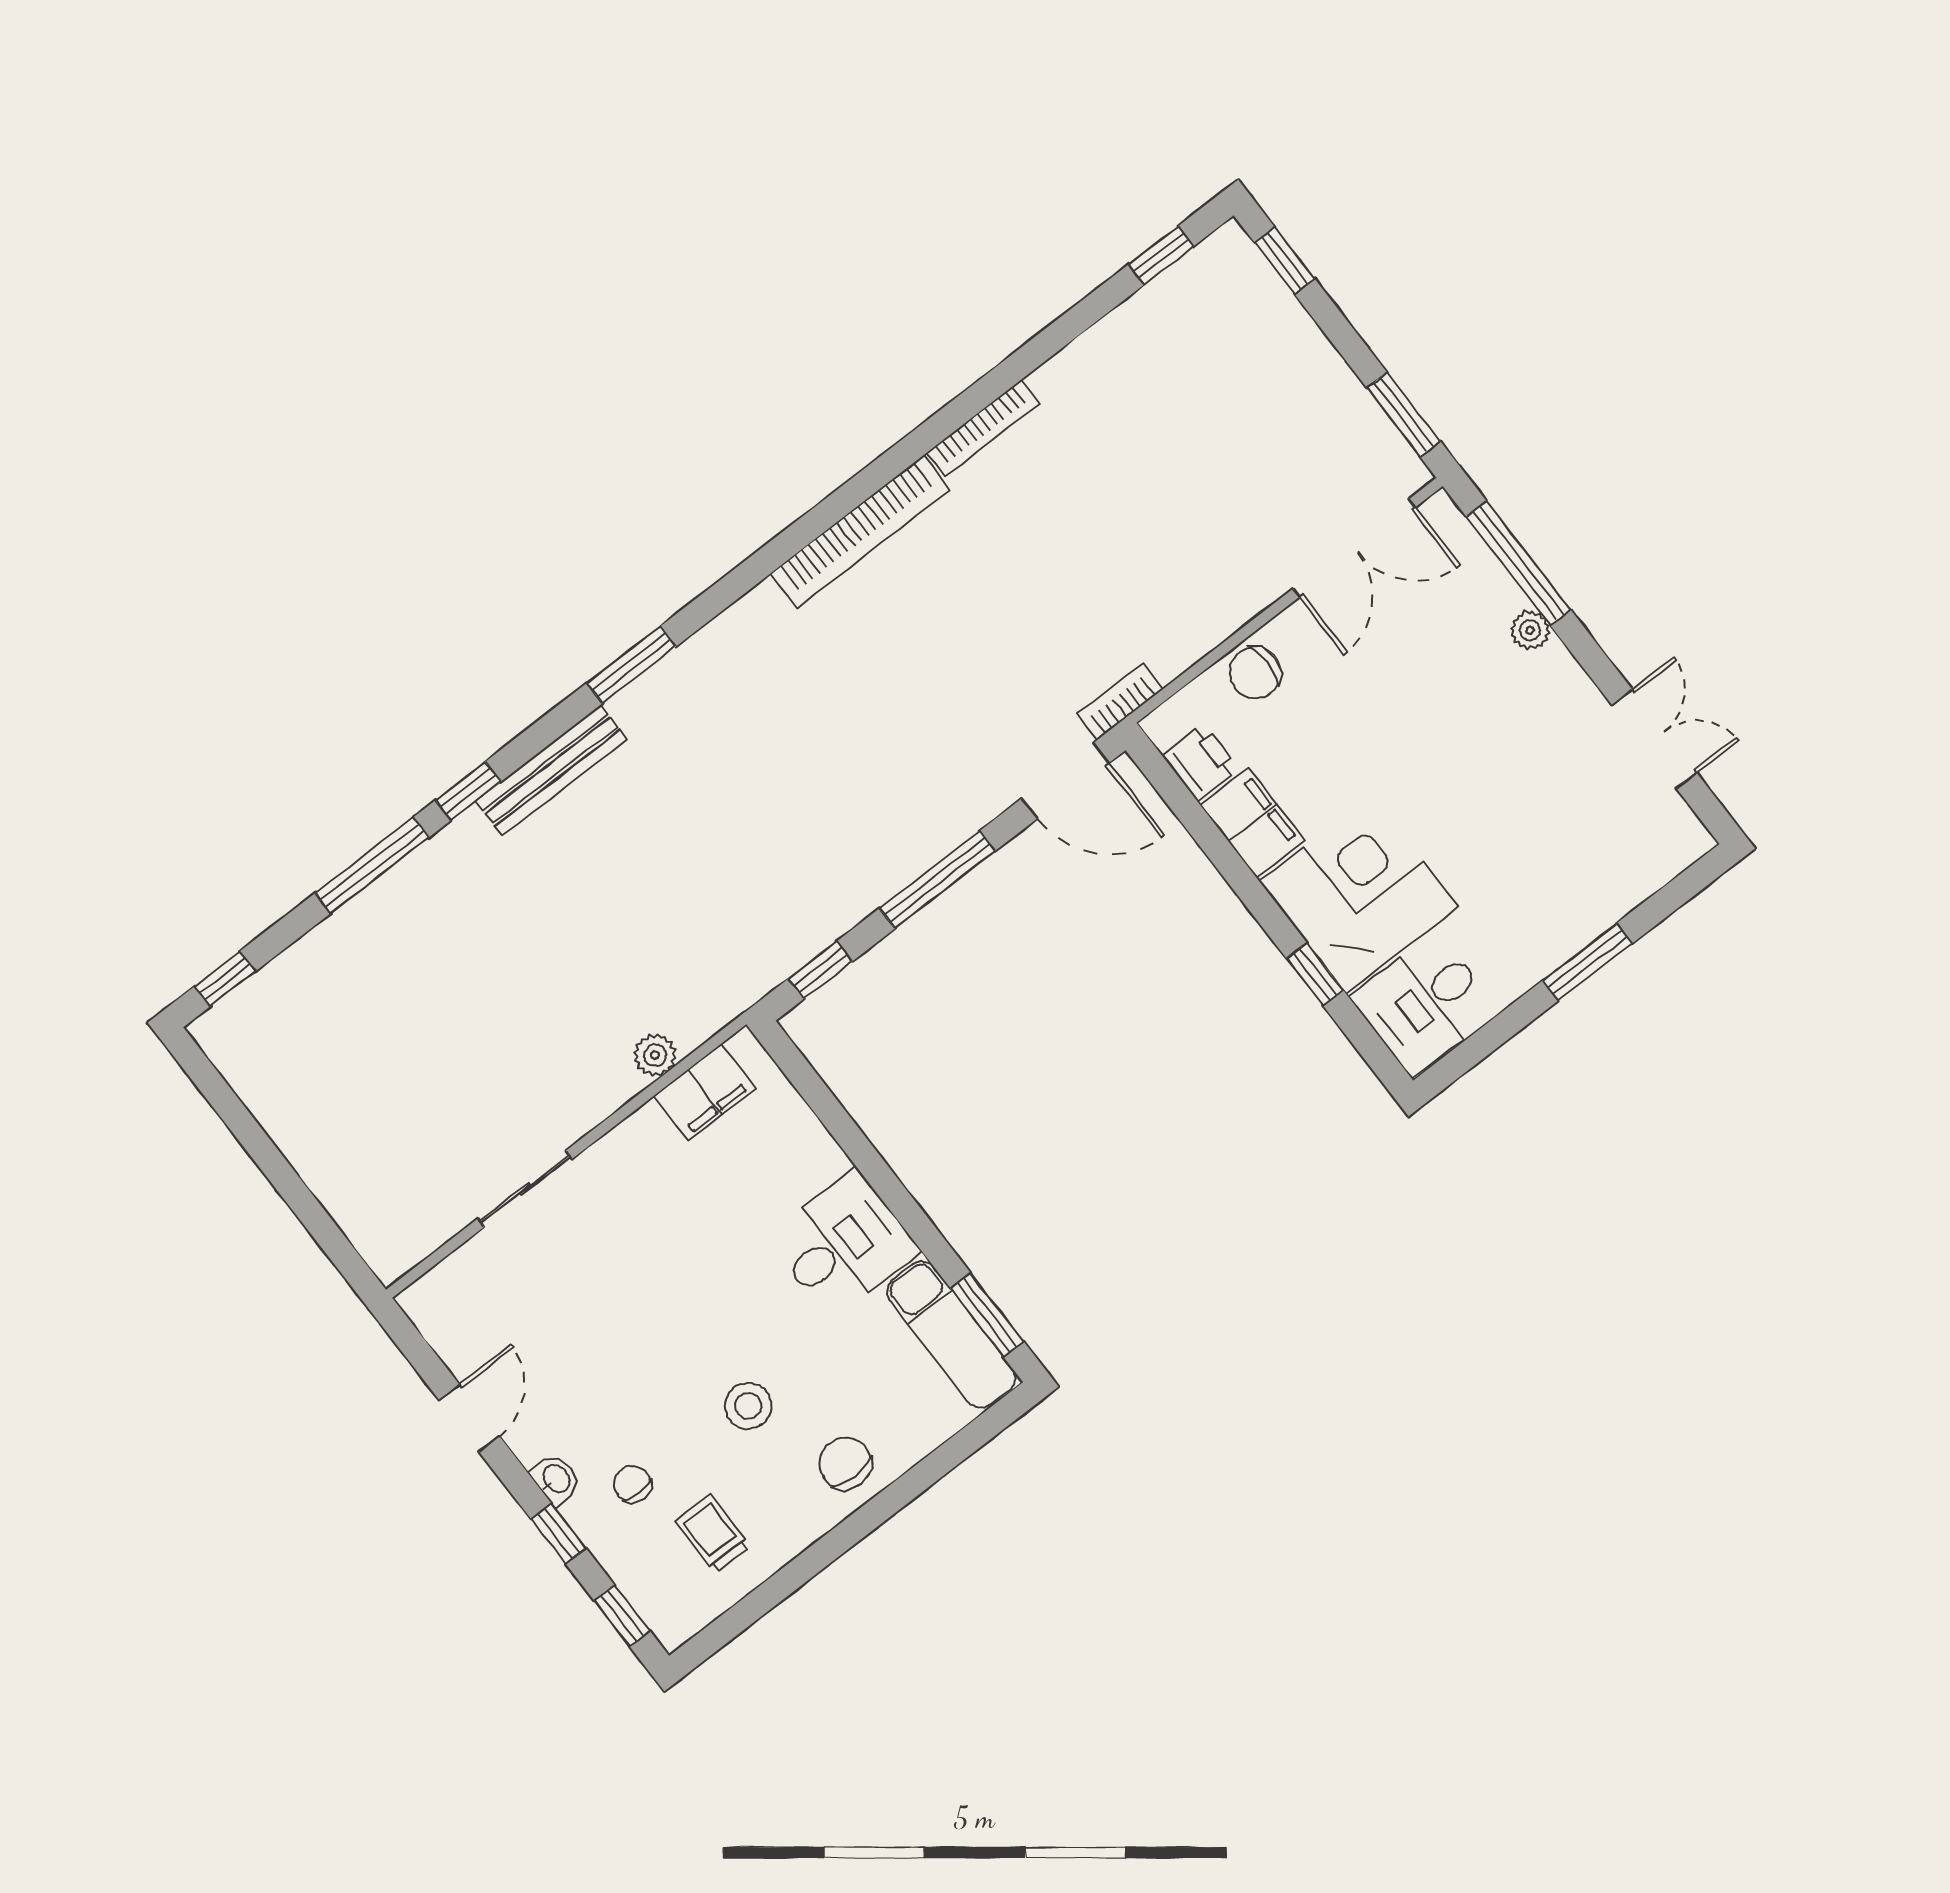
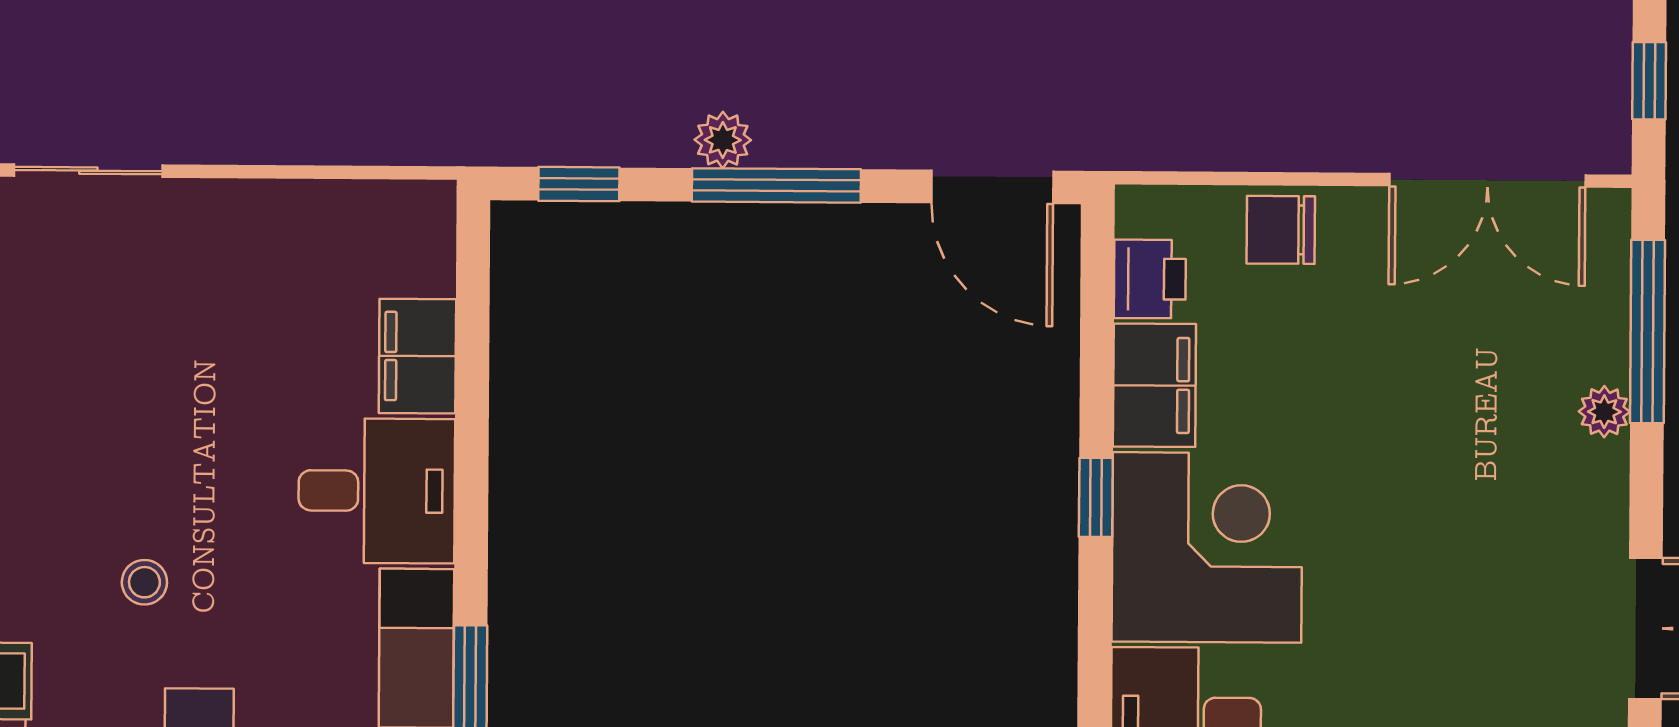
window: (1403, 414) -> (1649, 81), width x0.67
bookcase: (1120, 702) -> (1115, 149), removed
window: (1315, 974) -> (1096, 497), moved
plant: (655, 1055) -> (723, 140), moved
filing cabinet: (705, 1092) -> (417, 356), moved, turned 90
stool: (748, 1406) -> (144, 582), width x0.73, depth x0.73

